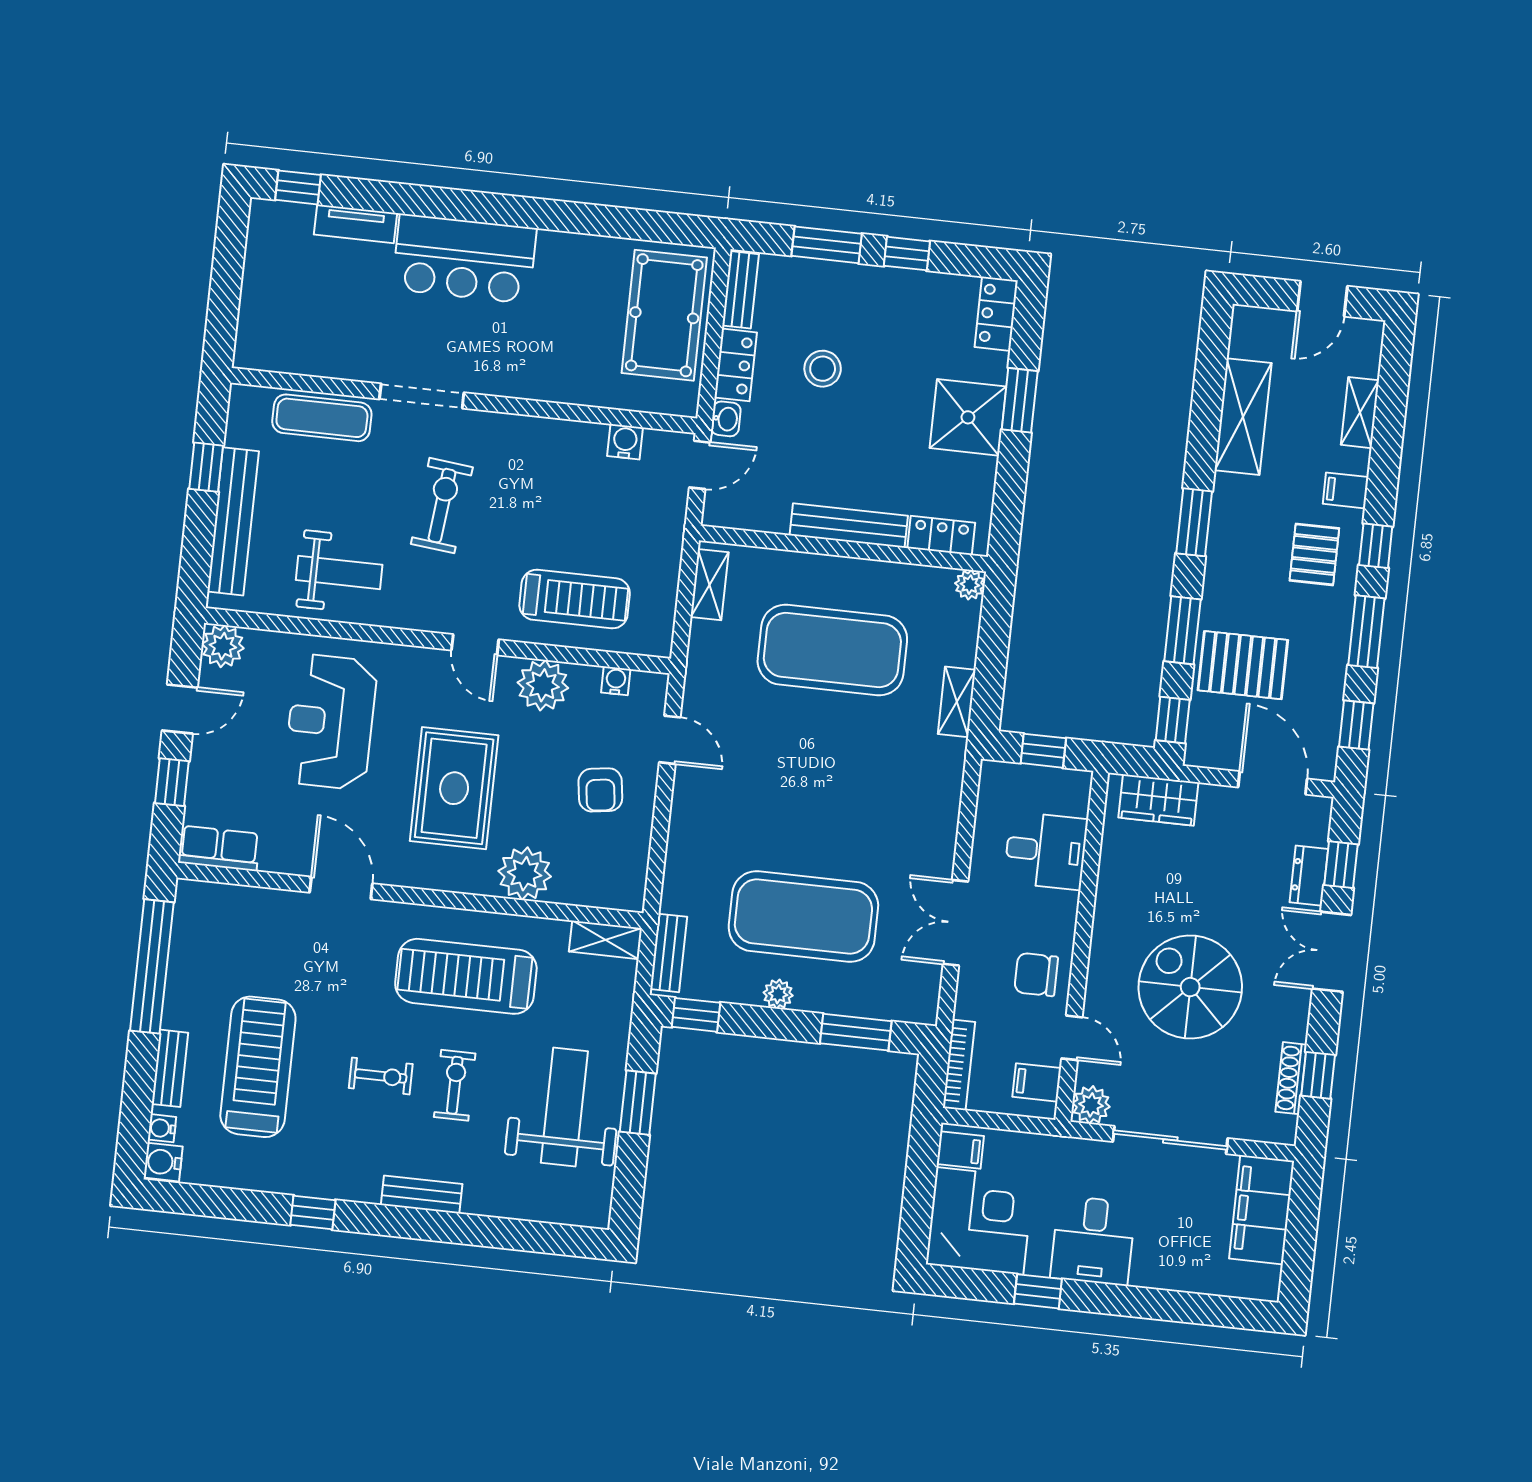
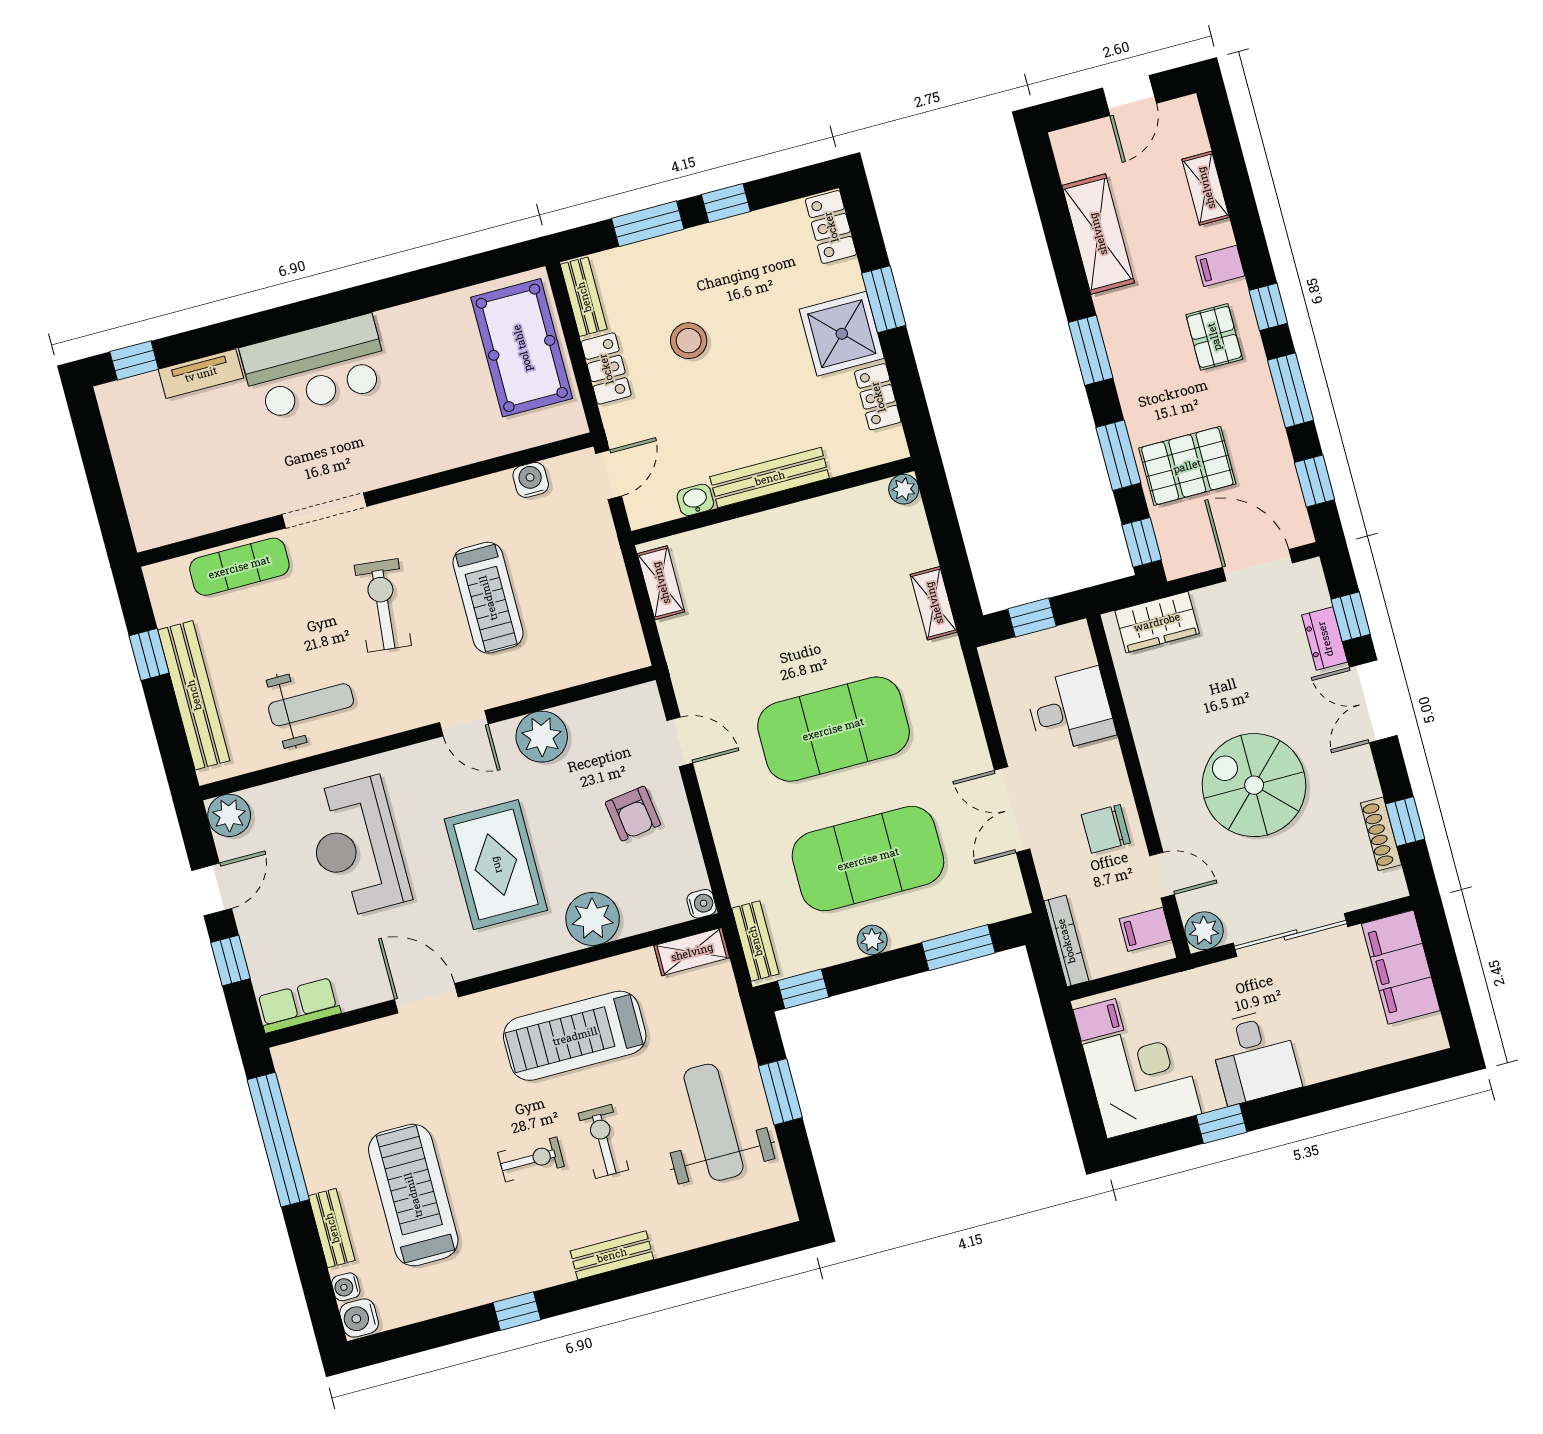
washbasin: (726, 419) -> (695, 500), moved, turned -90
locker: (941, 535) -> (878, 397), moved, turned -90
treadmill: (575, 599) -> (488, 598), moved, turned 90
exercise mat: (832, 650) -> (833, 729), moved
water cooler: (616, 681) -> (701, 904), moved, turned 90

